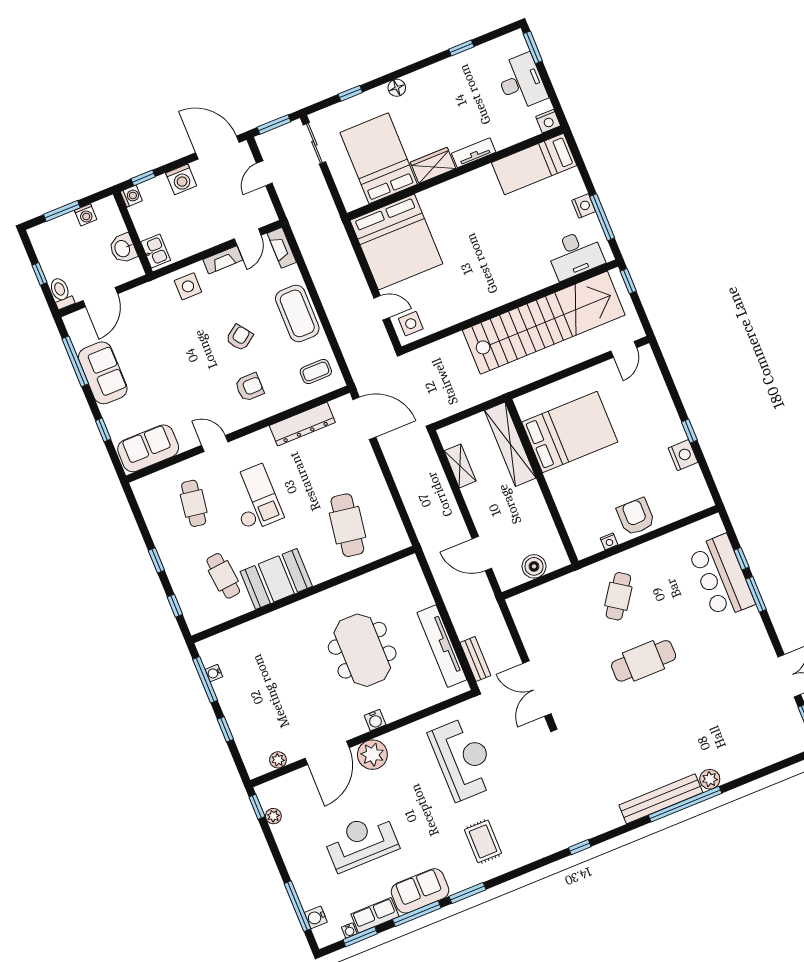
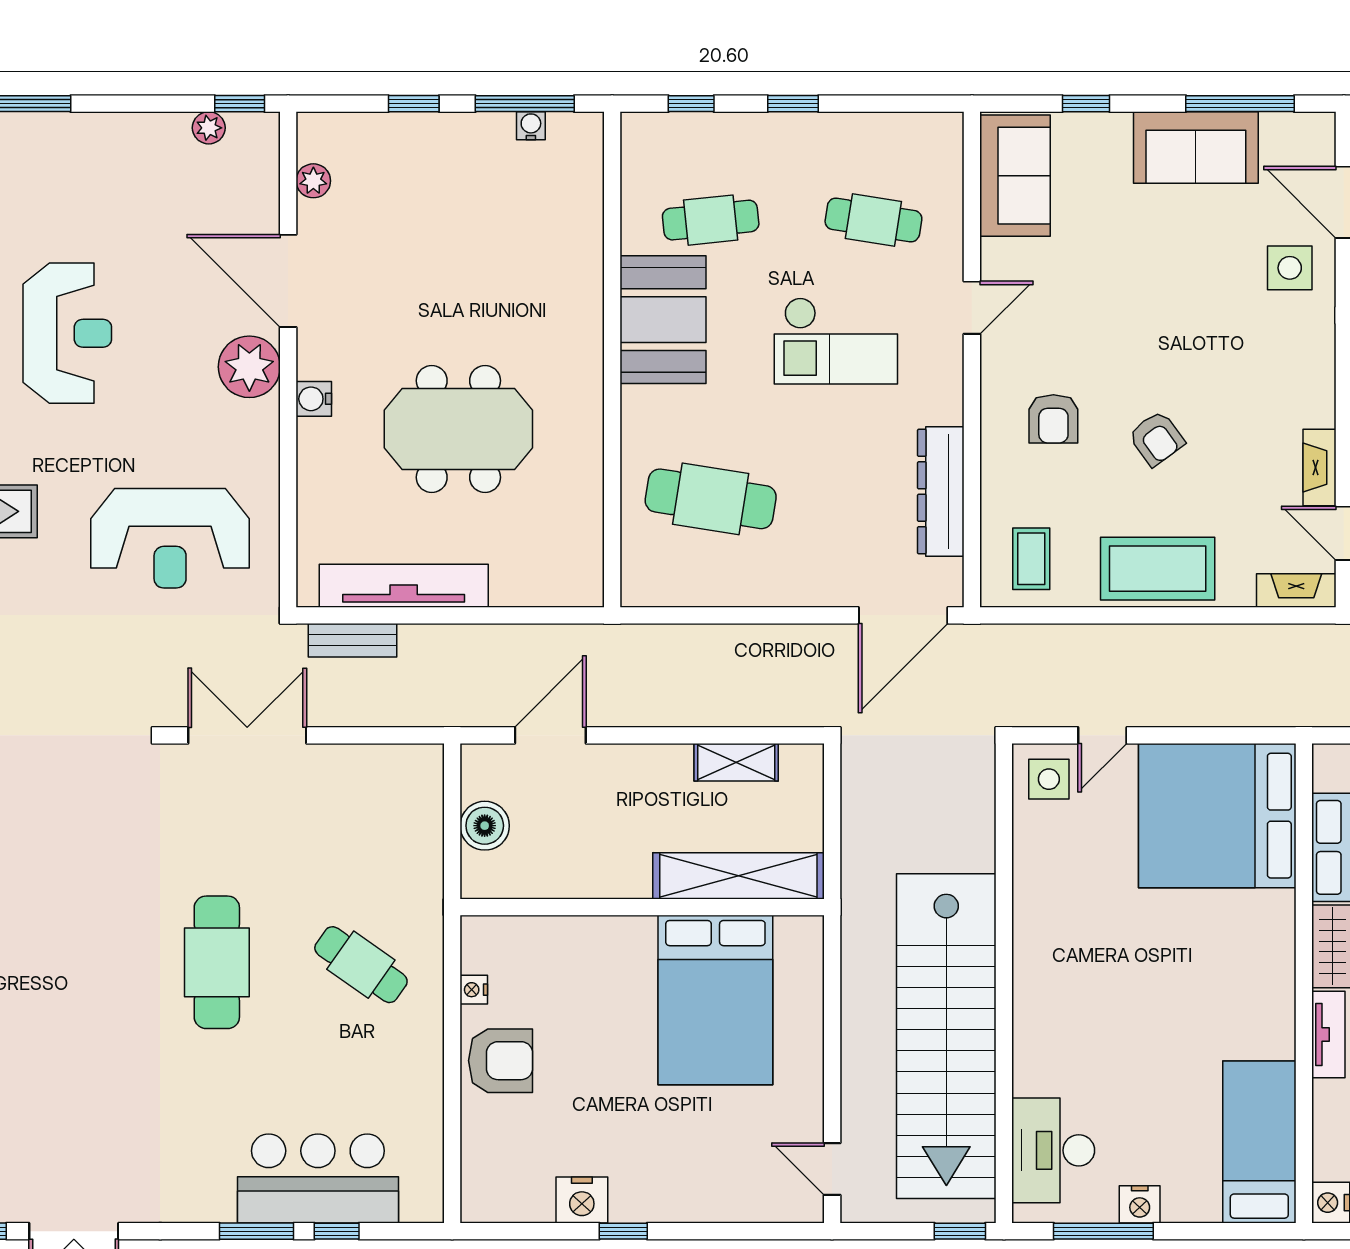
side table: (188, 286) -> (1290, 268), moved
reception desk: (361, 842) -> (67, 333), moved

